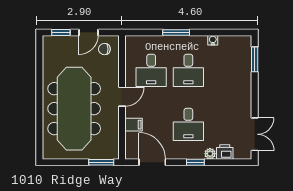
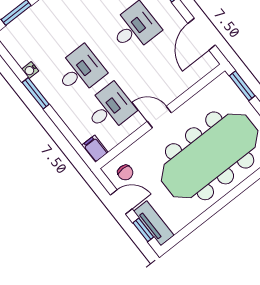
window: (176, 32) -> (36, 93), moved
tv unit: (60, 42) -> (154, 223), added
filing cabinet: (134, 125) -> (95, 149), moved

